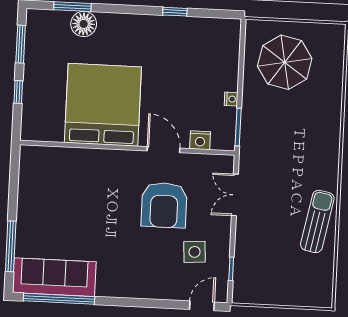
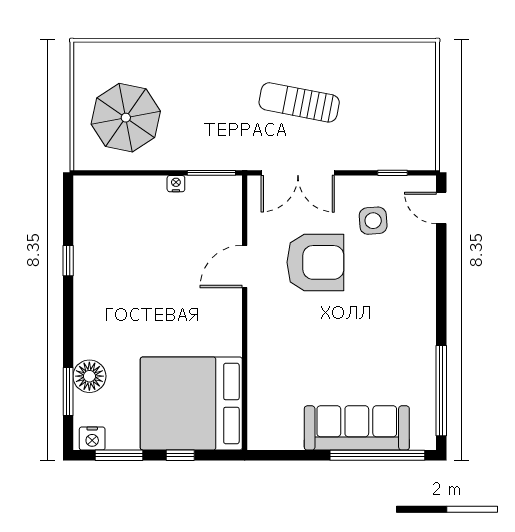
bed: (103, 105) -> (191, 404), moved
nightstand: (200, 140) -> (92, 439), moved, turned 90
double door: (235, 195) -> (298, 173), width x1.37
sun lounger: (317, 221) -> (299, 102), moved
window: (11, 246) -> (377, 455), width x1.46
sofa: (54, 277) -> (357, 428), moved, turned 90

